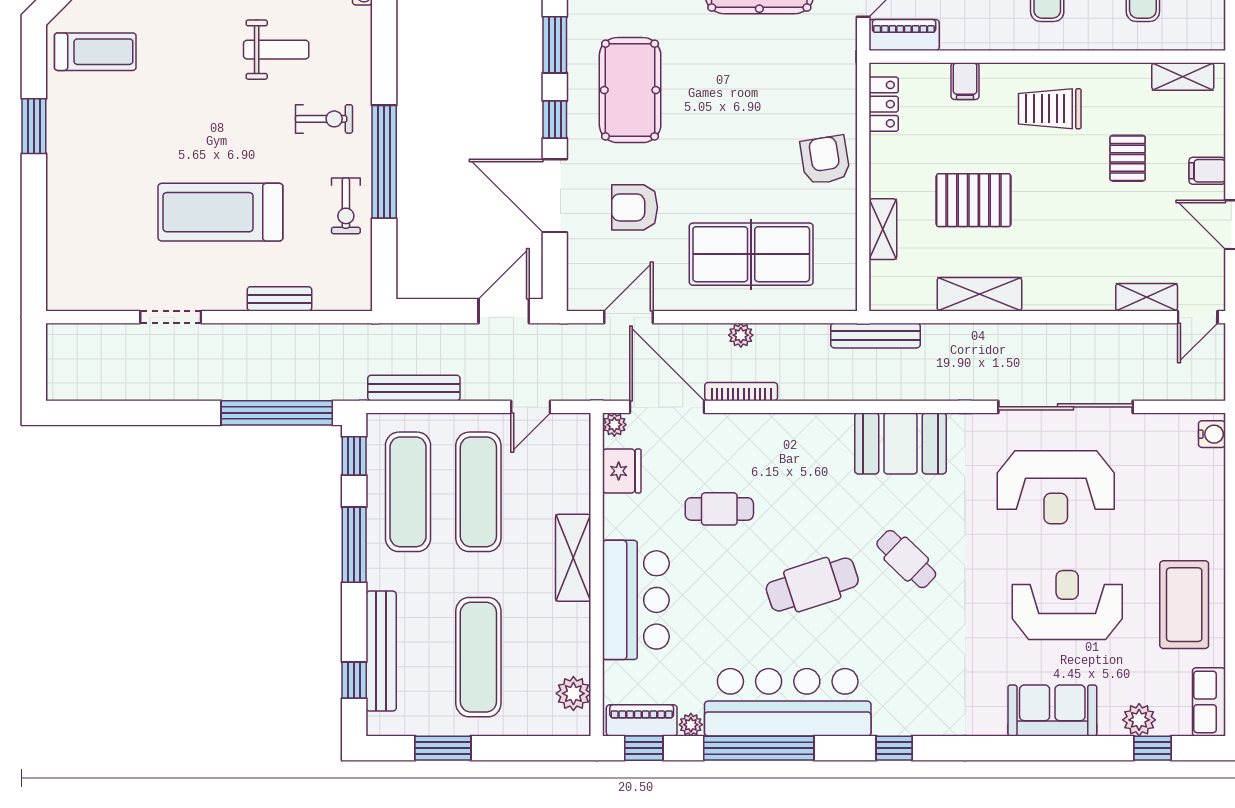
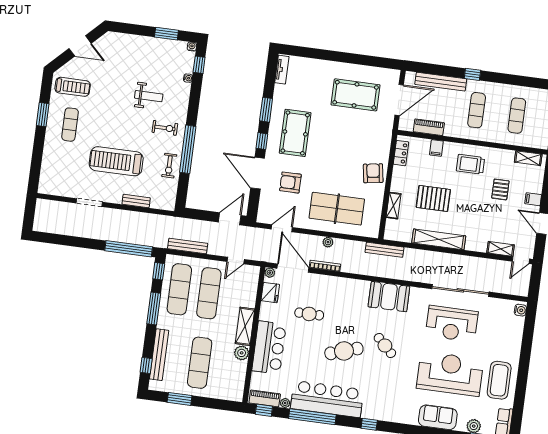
piano: (904, 35) -> (429, 127), moved
exercise mat: (101, 141) -> (70, 125), added
shelving: (979, 294) -> (439, 239), width x1.47
reception desk: (1067, 605) -> (450, 374), width x1.36, depth x1.30
plant: (573, 693) -> (242, 353), moved

